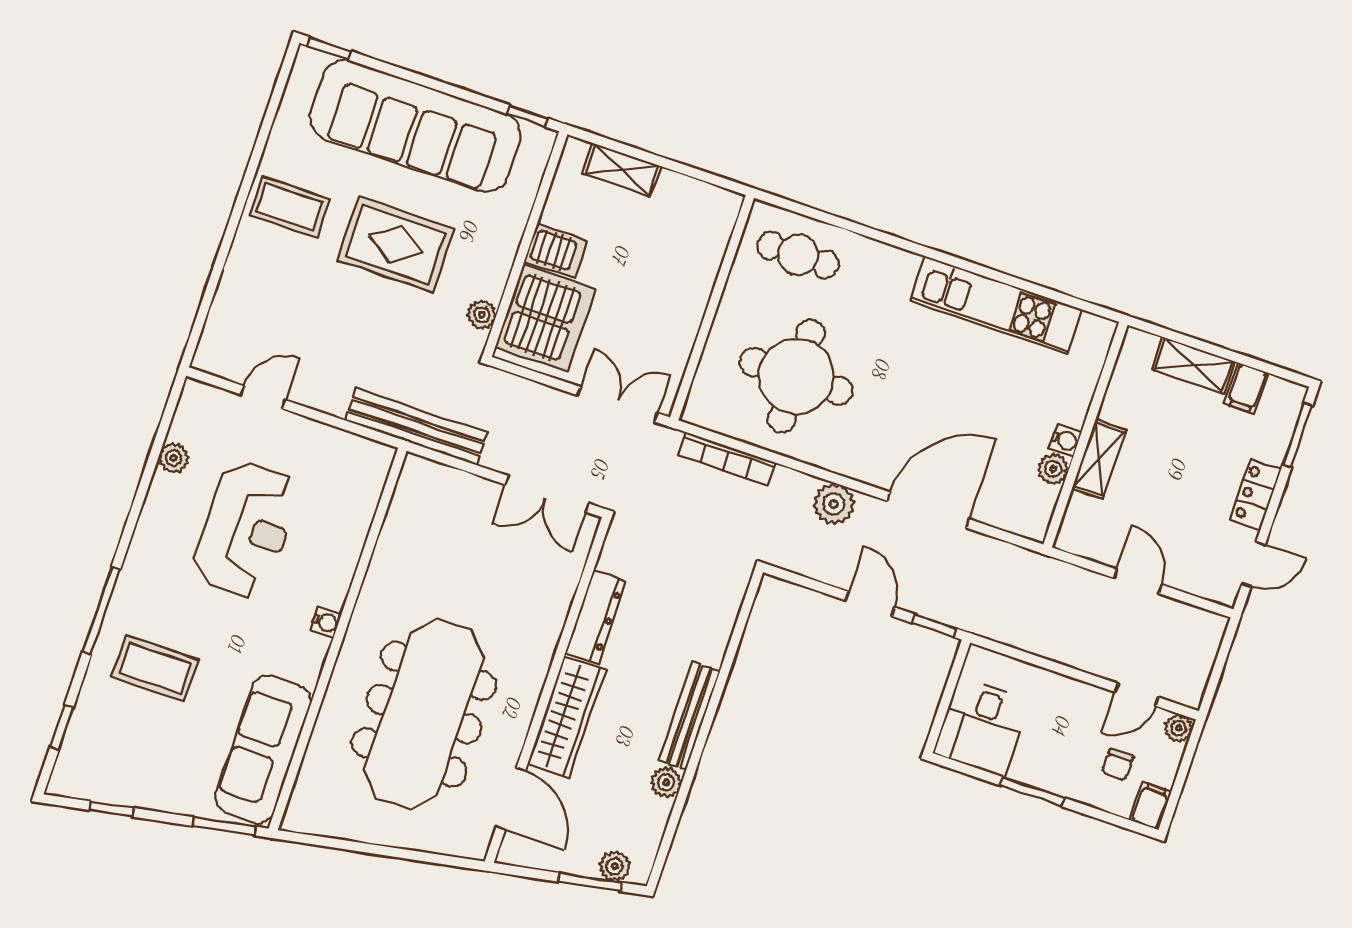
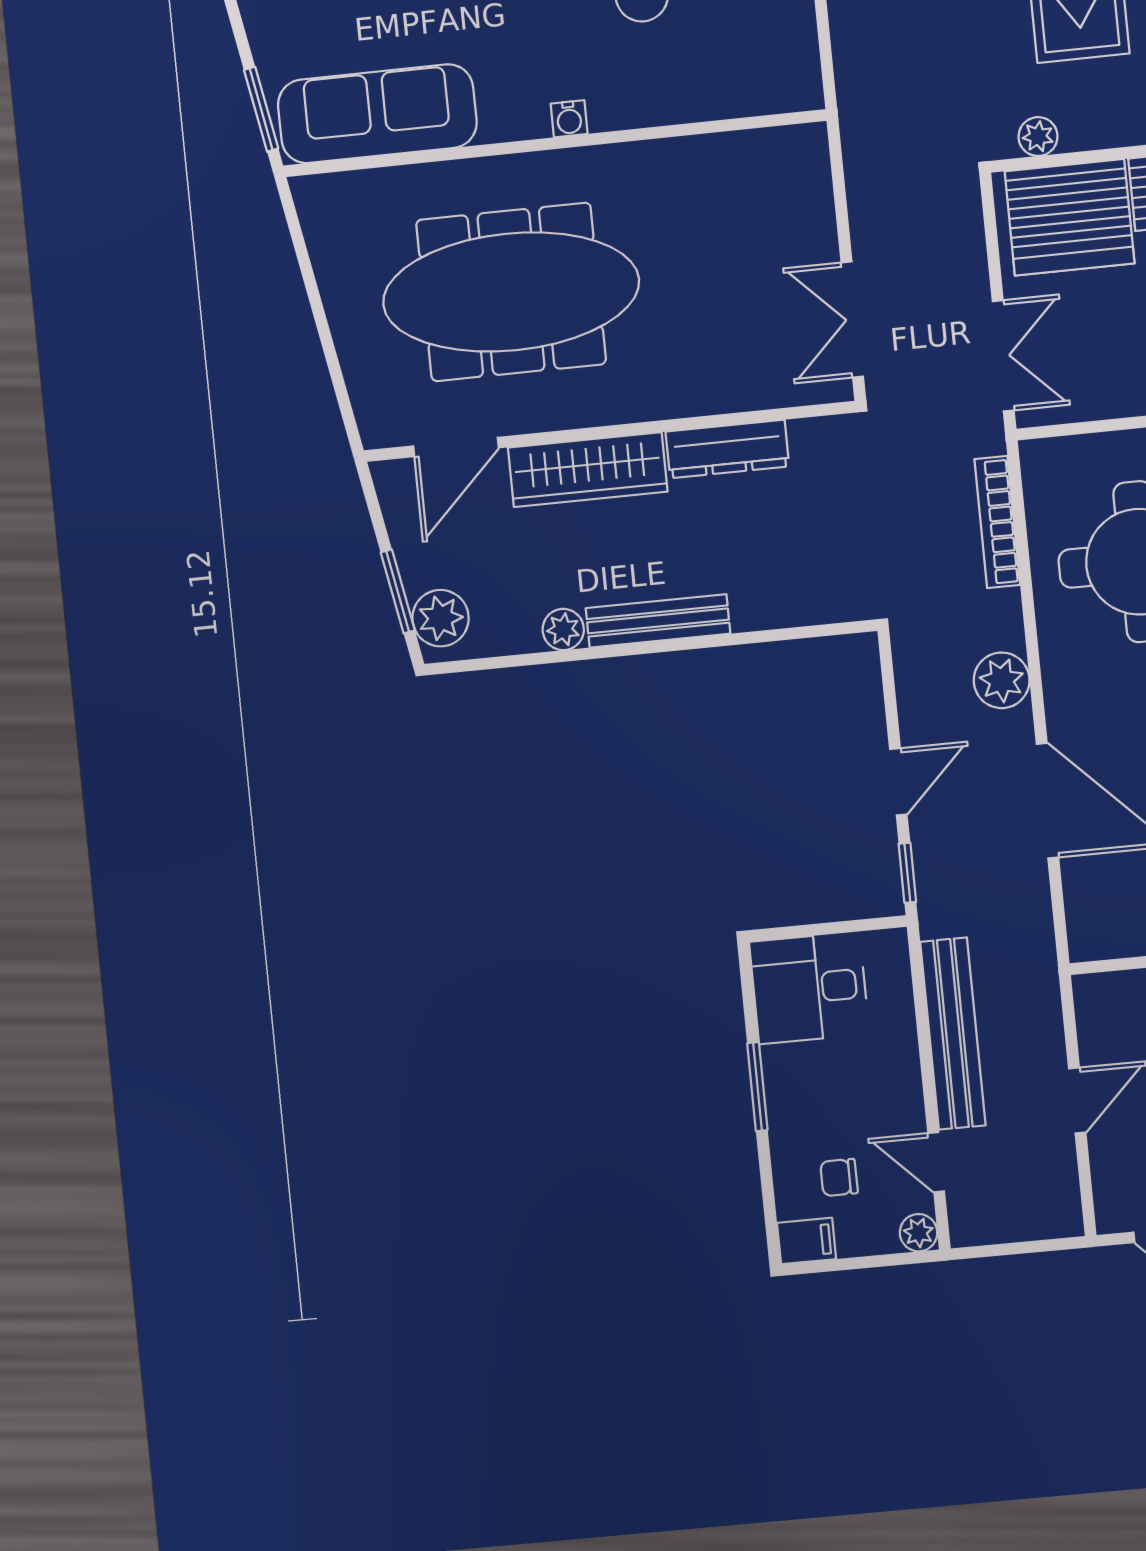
bench: (416, 427) -> (953, 1034), moved
plant: (615, 866) -> (441, 618), width x1.38, depth x1.38

